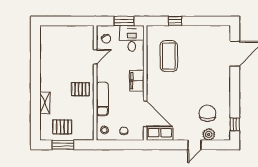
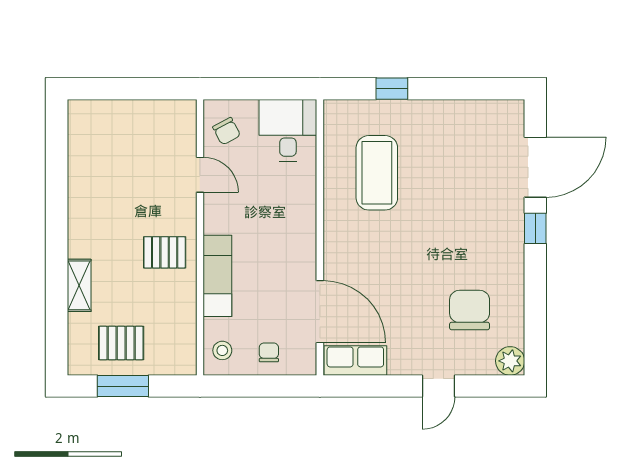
window: (124, 21) -> (269, 89), removed
door: (95, 57) -> (200, 175), hinge flipped
filing cabinet: (137, 81) -> (300, 232), removed
window: (235, 124) -> (535, 228), moved
plant: (209, 134) -> (510, 361), moved

